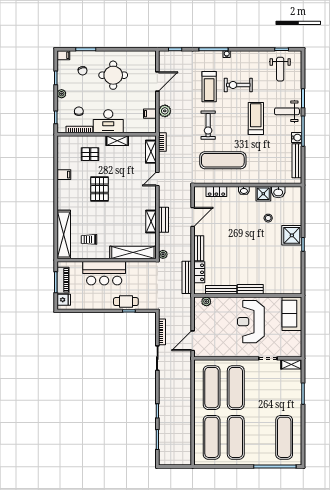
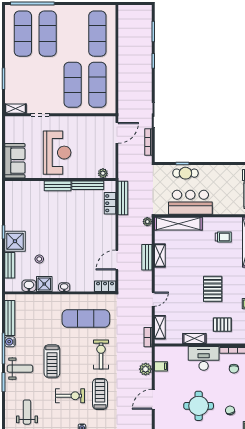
locker: (216, 192) -> (105, 286), moved
bench: (199, 248) -> (10, 265), moved
bar counter: (104, 273) -> (190, 202), moved
exercise mat: (236, 437) -> (48, 34), moved

